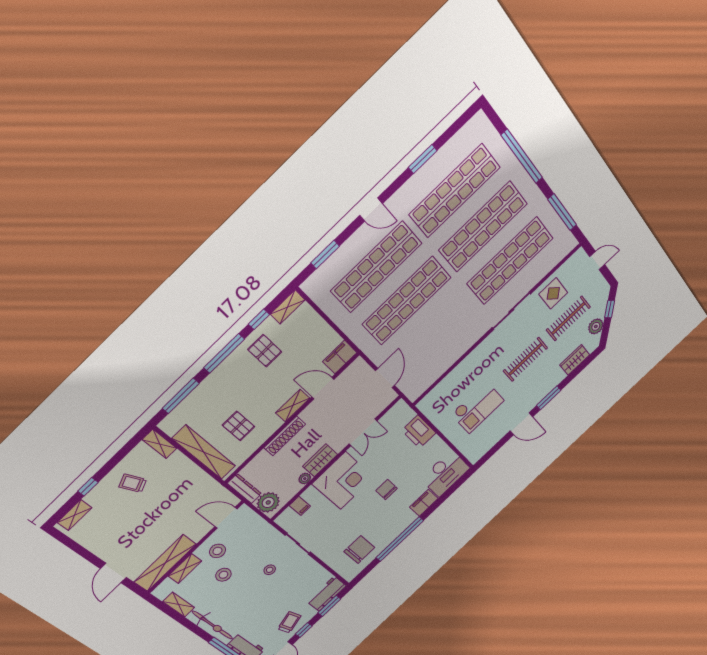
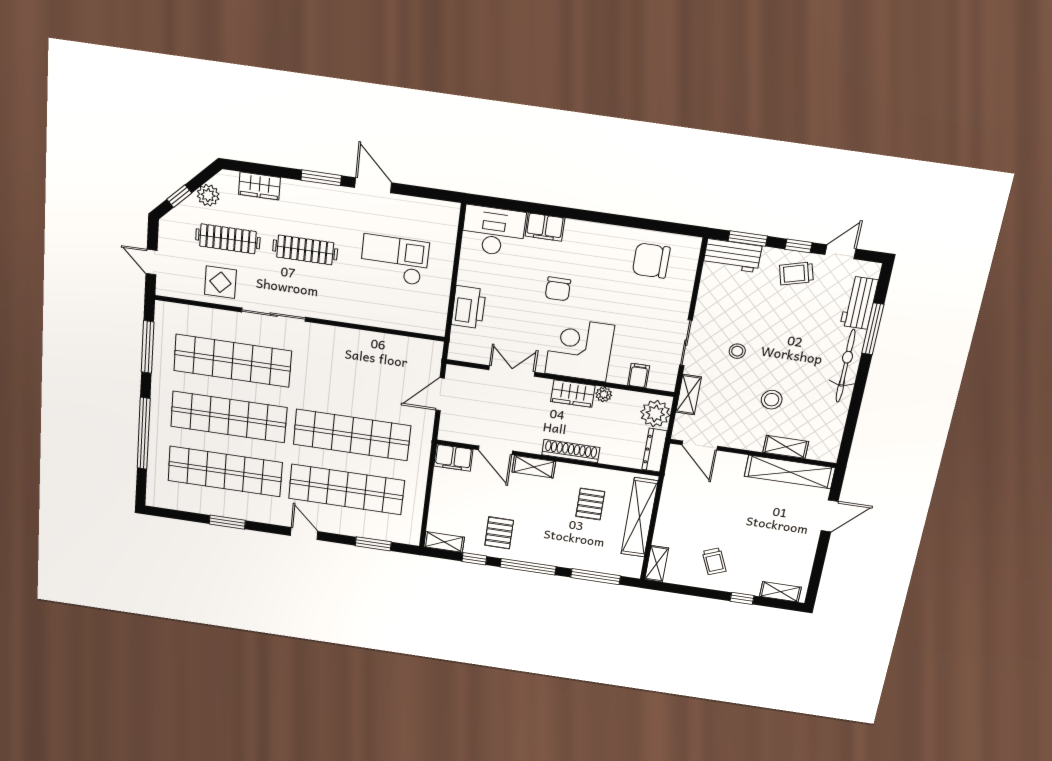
window: (400, 539) -> (608, 219), removed
stool: (217, 551) -> (745, 427), removed
shelving: (179, 605) -> (689, 395), moved

